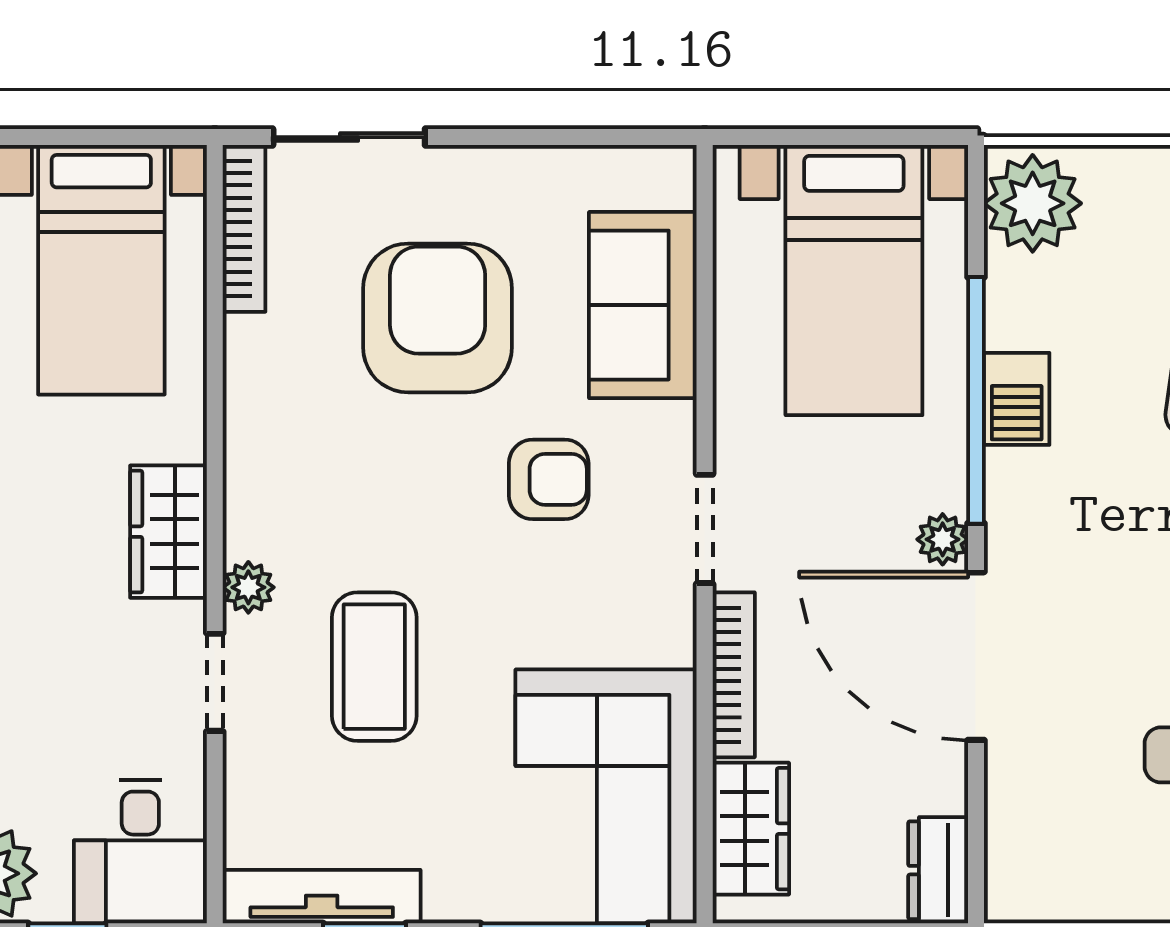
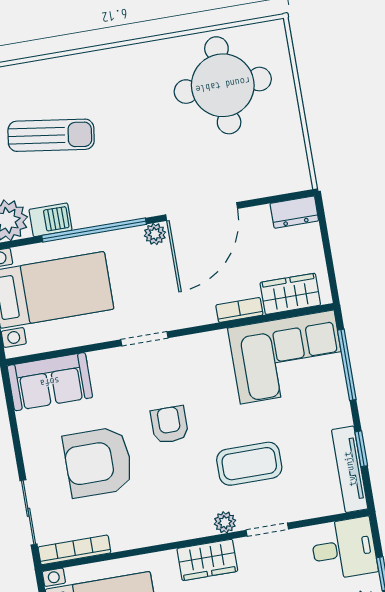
sofa: (643, 305) -> (50, 382), moved
barbecue: (1017, 399) -> (50, 220), moved
armchair: (549, 479) -> (169, 425), moved
doorway: (705, 529) -> (144, 339), moved
bookcase: (734, 675) -> (239, 310), width x0.64

